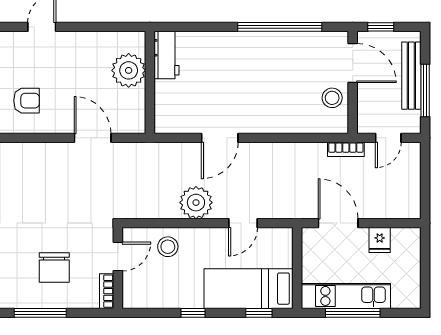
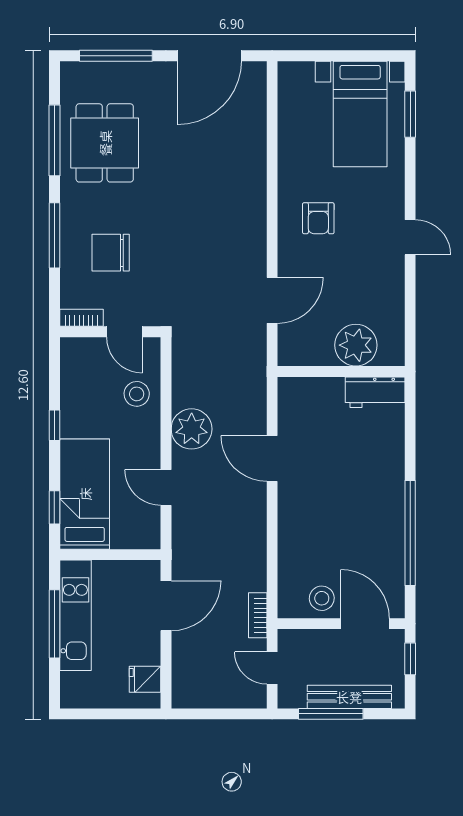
door: (353, 63) -> (365, 624), swing flipped
fridge: (380, 240) -> (145, 679), moved

